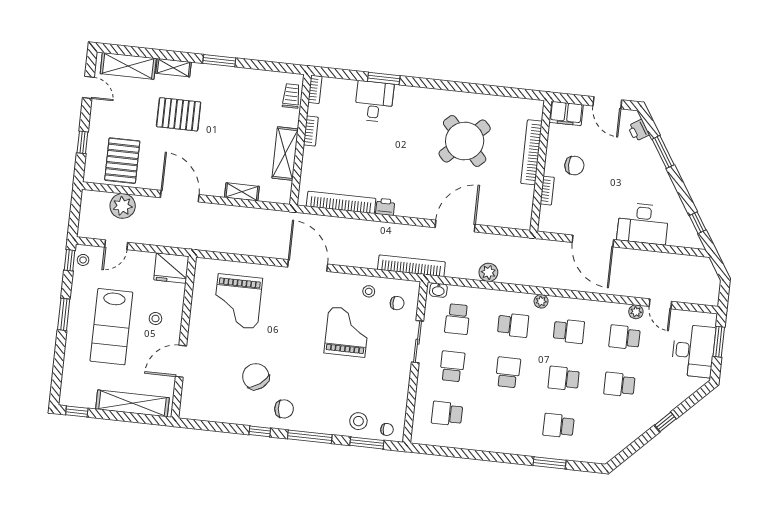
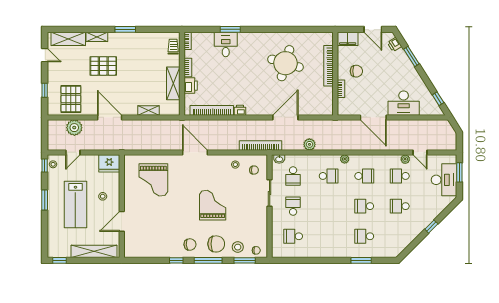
round table: (465, 141) -> (285, 63), turned -31
printer: (312, 160) -> (191, 86), added
grand piano: (347, 332) -> (213, 205), moved
school desk: (508, 372) -> (329, 206), removed
chair: (256, 377) -> (216, 244), moved, turned 127

